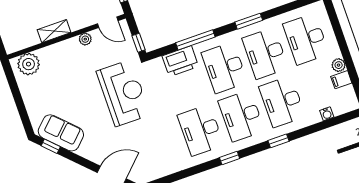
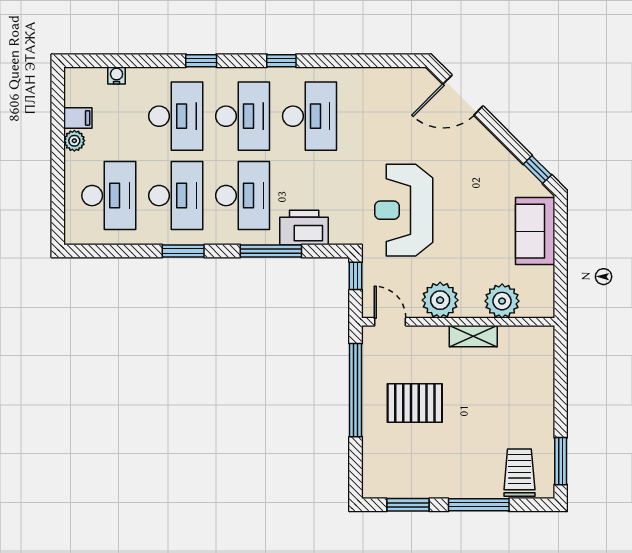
plant: (85, 39) -> (440, 300), width x1.88, depth x1.88
plant: (29, 64) -> (502, 301), moved
sofa: (61, 133) -> (535, 231), moved, turned 45

